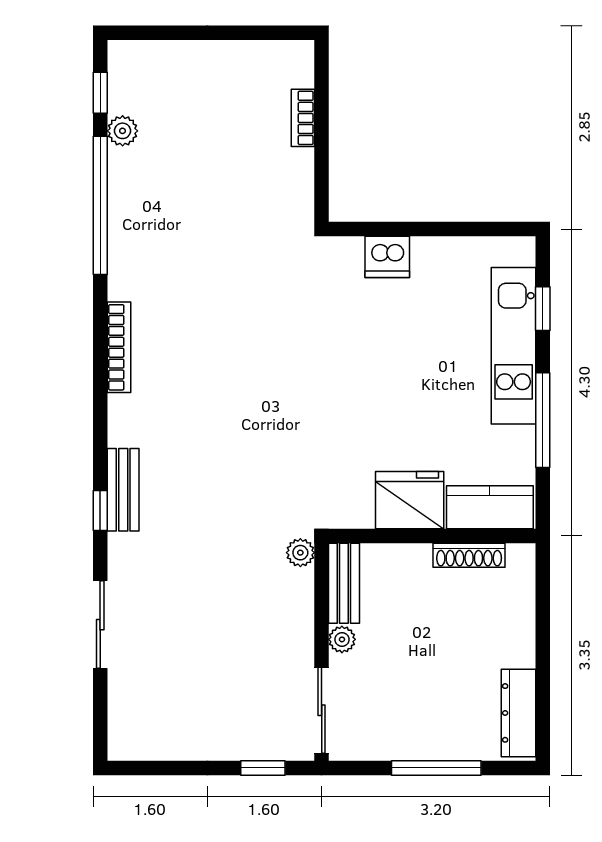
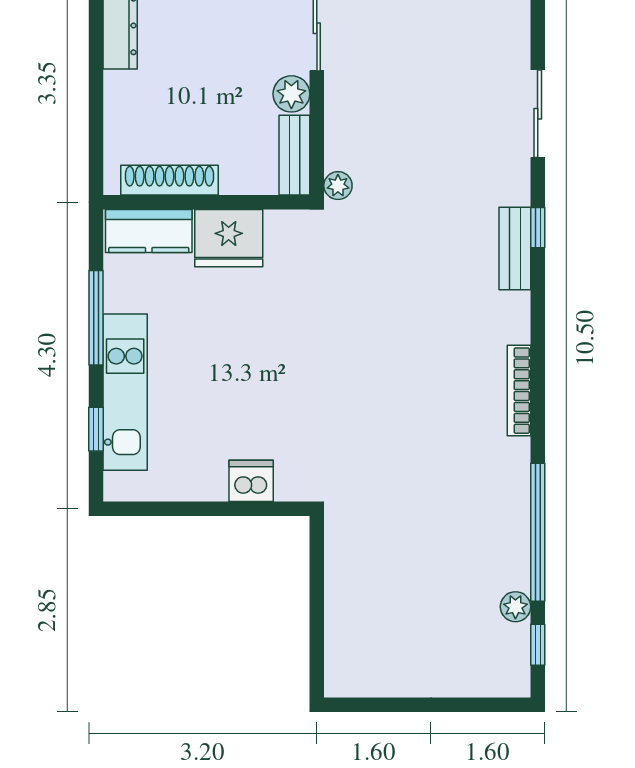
bookcase: (303, 118) -> (335, 620), removed
shoe rack: (469, 555) -> (169, 180), width x1.36, depth x1.24
plant: (342, 639) -> (291, 94), width x1.38, depth x1.38

